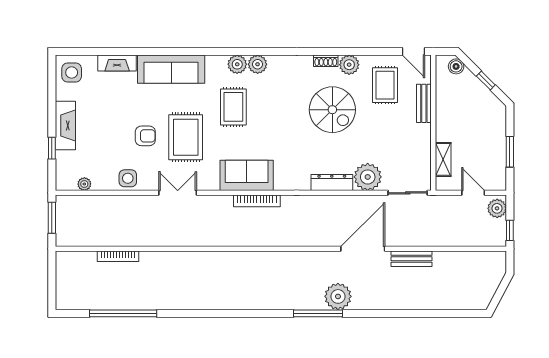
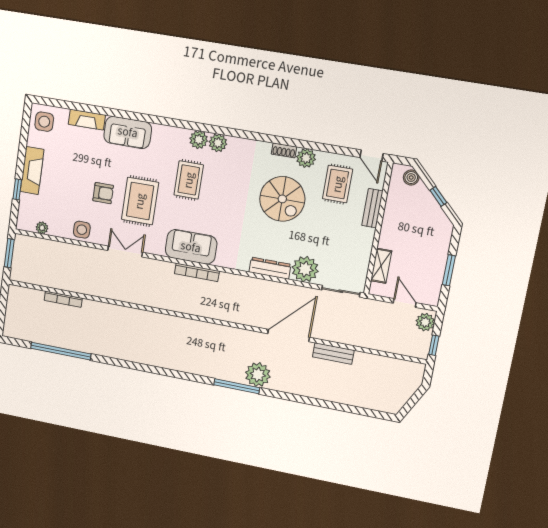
sofa: (171, 69) -> (128, 132), width x0.73

